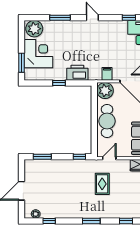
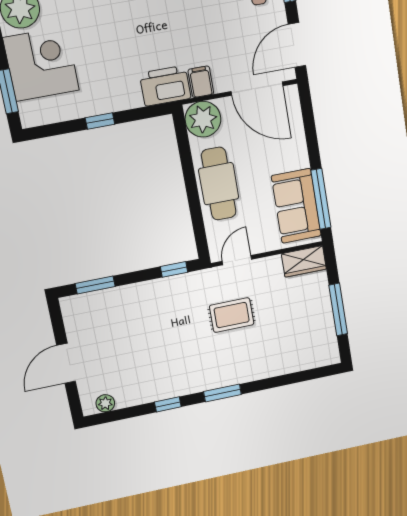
printer: (77, 73) -> (165, 86), moved
rug: (102, 184) -> (232, 315), turned 90
window: (49, 221) -> (168, 404), moved
window: (126, 221) -> (293, 378), removed

